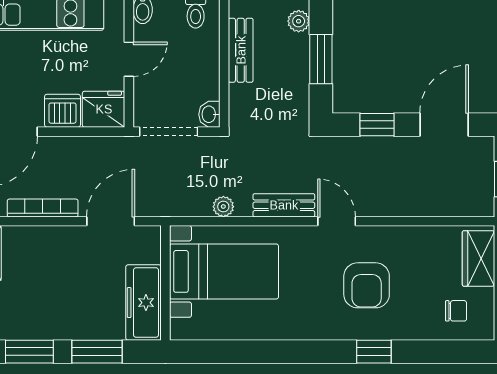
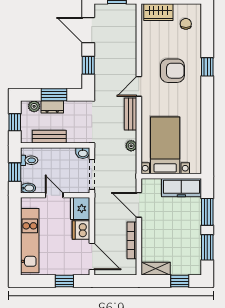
dresser: (298, 56) -> (52, 107), added

